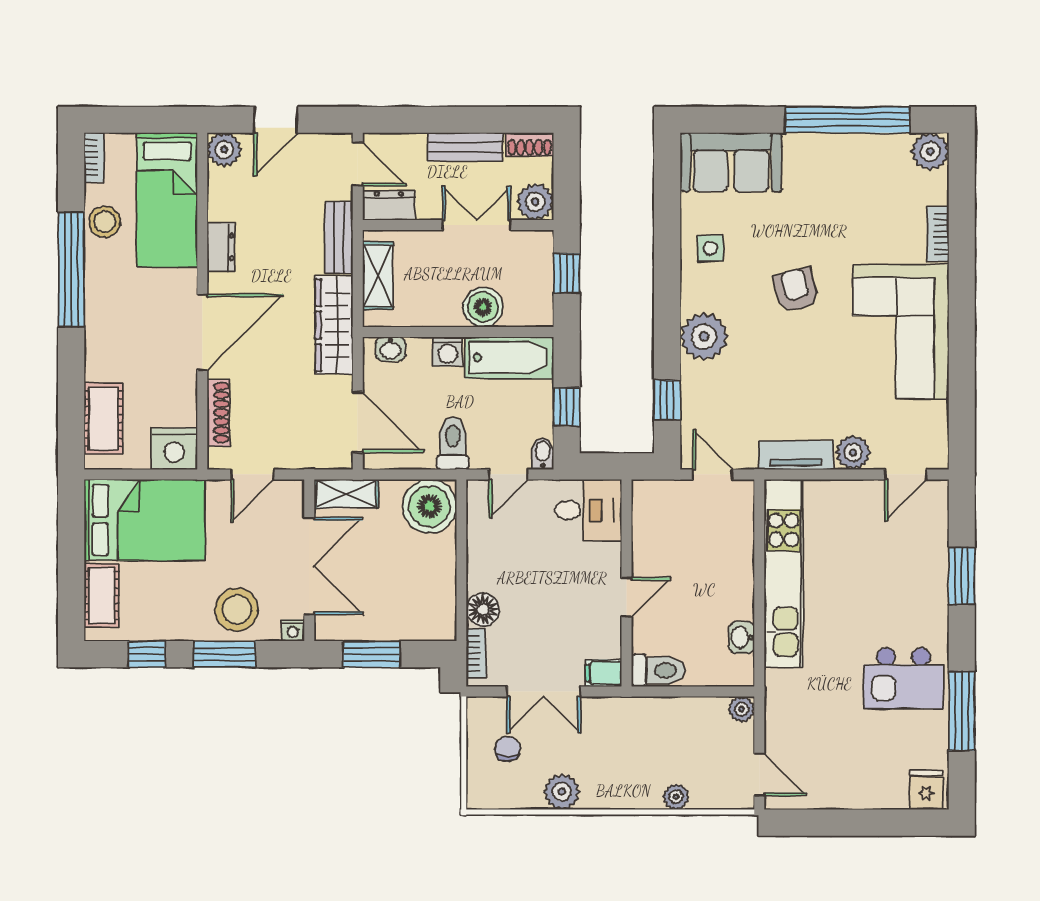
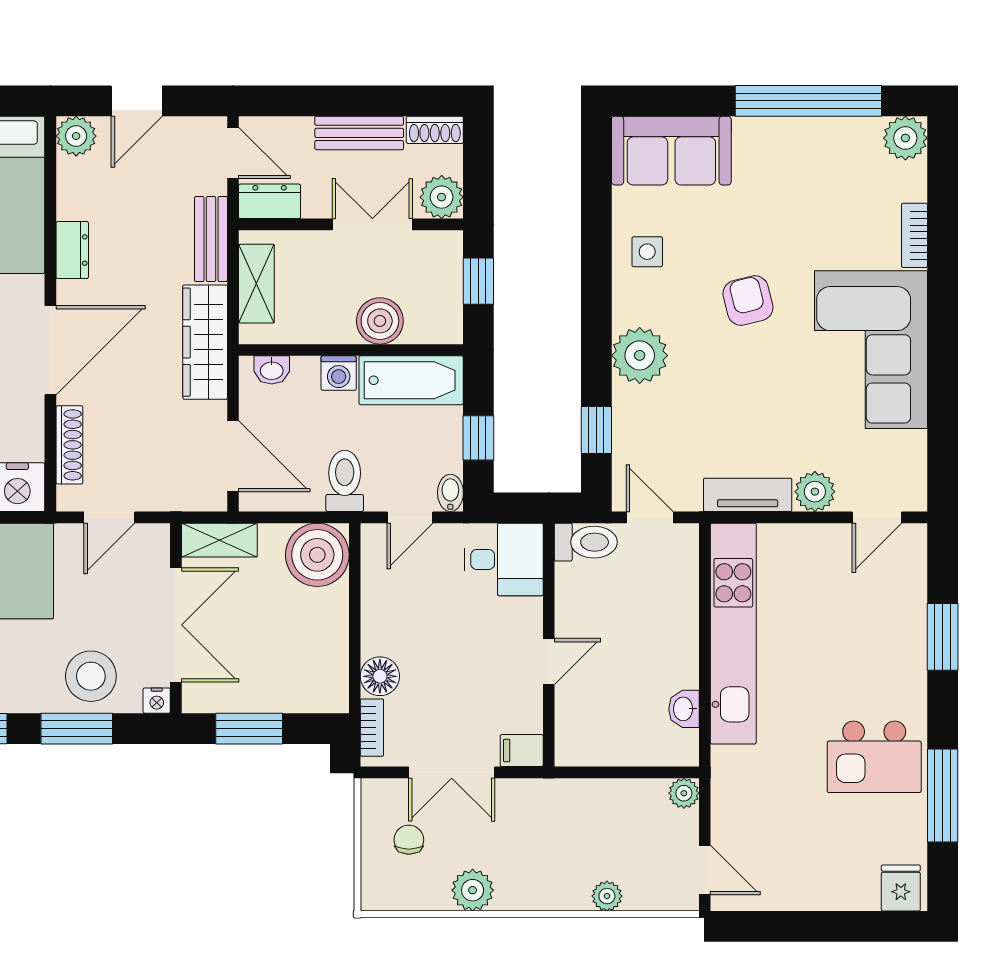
toilet: (658, 670) -> (586, 542), moved

